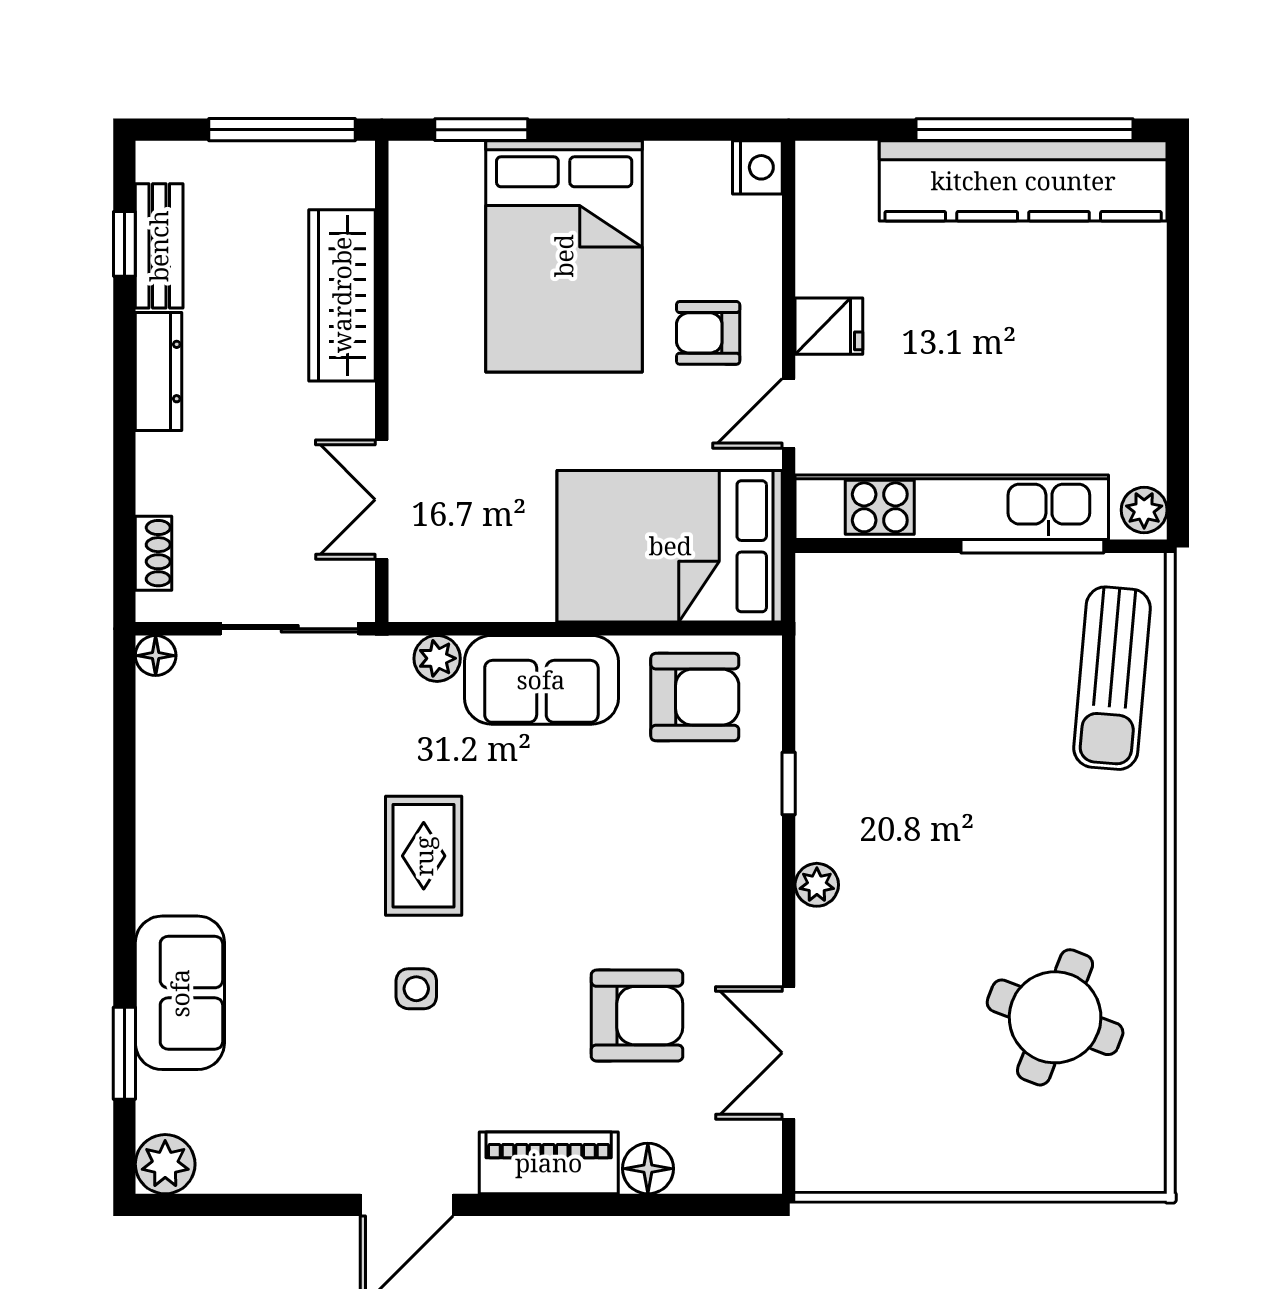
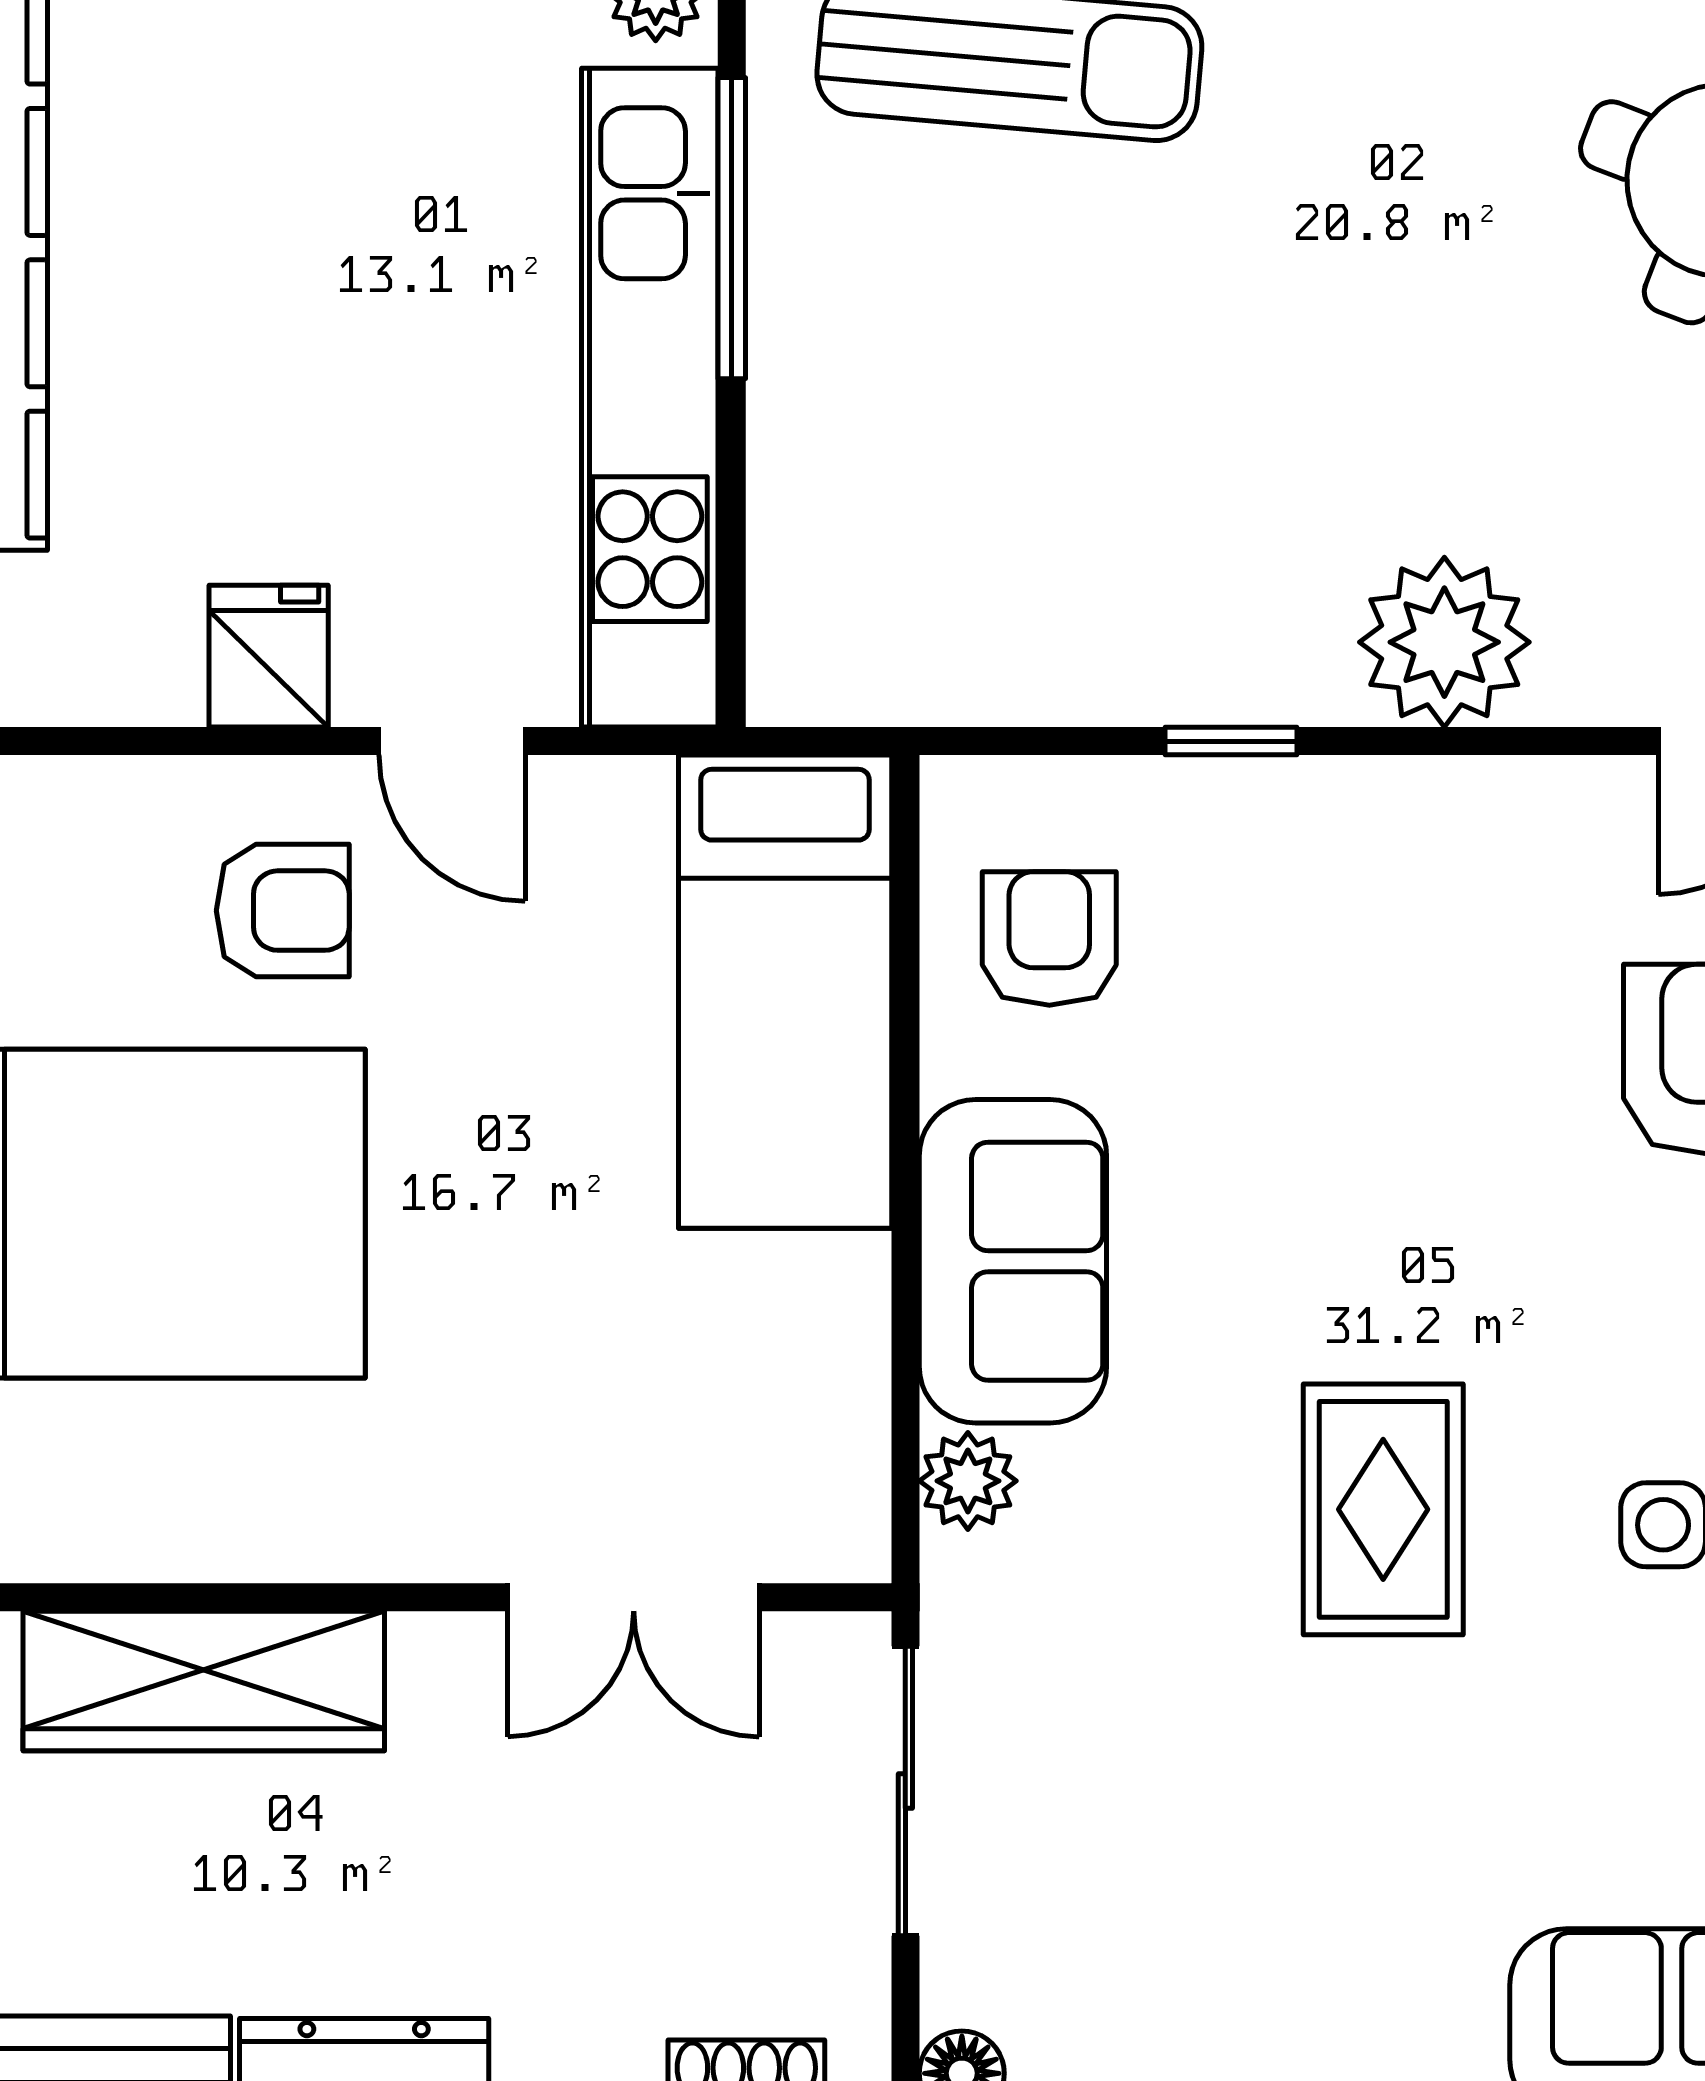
armchair: (708, 333) -> (283, 911), turned -90
bed: (670, 546) -> (785, 992), width x0.67
armchair: (695, 697) -> (1049, 938), width x0.72, depth x0.72
rug: (424, 856) -> (1383, 1509), turned 90
plant: (817, 885) -> (1444, 642), width x1.88, depth x1.88

